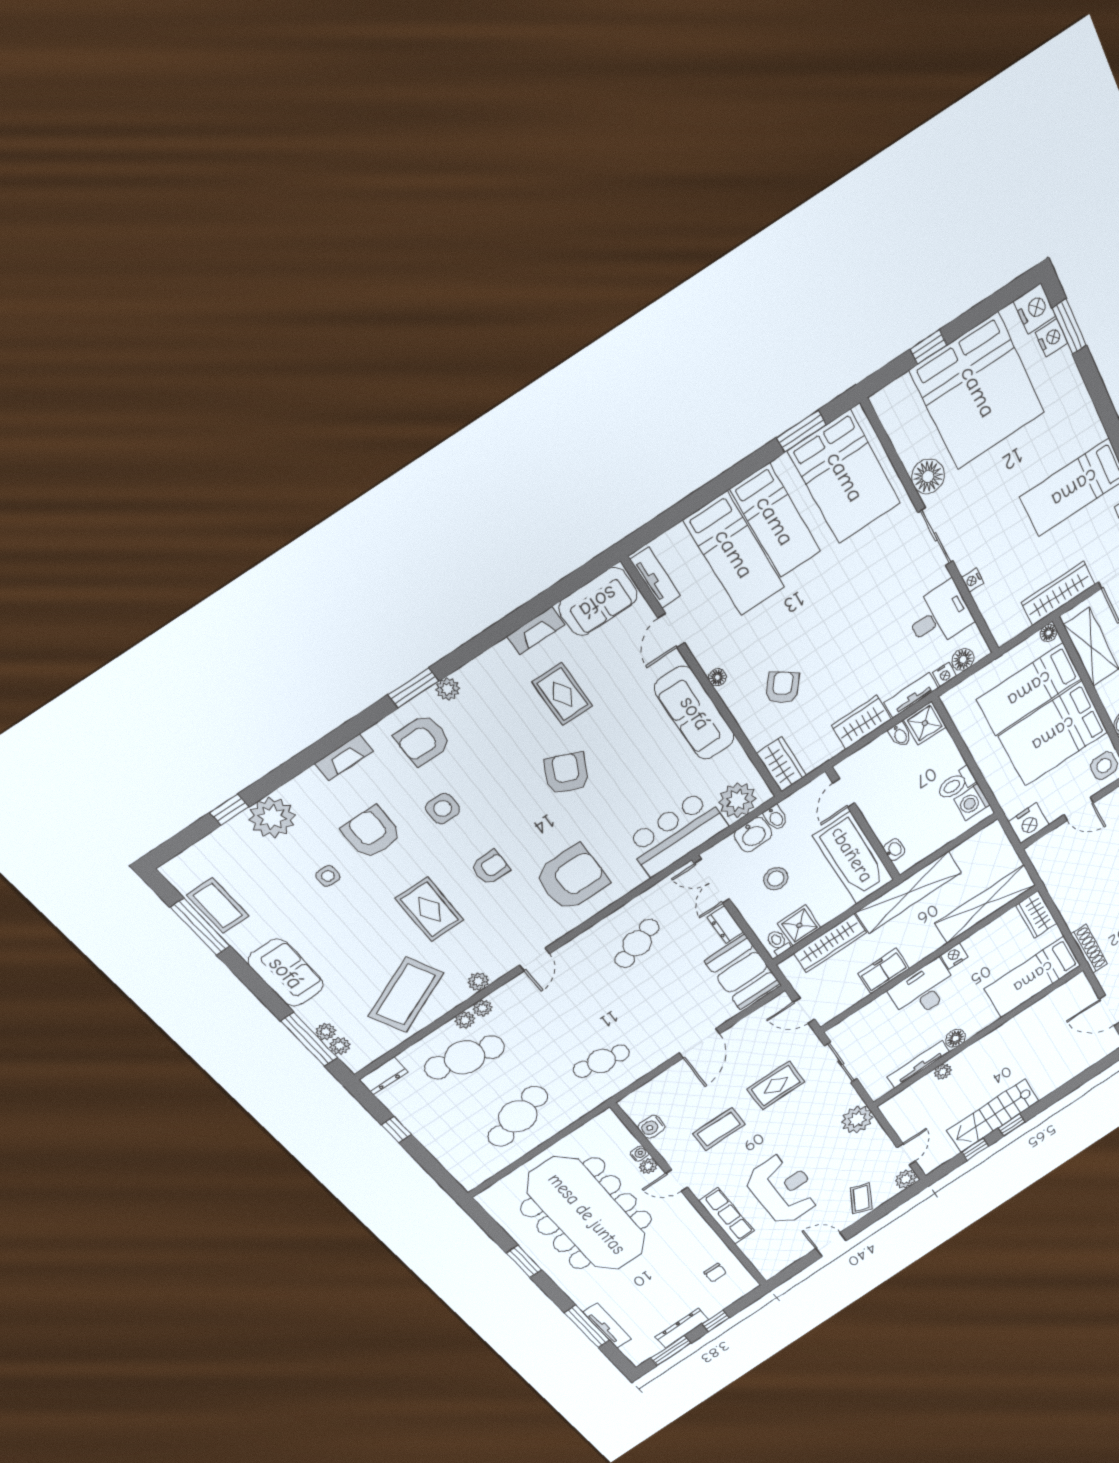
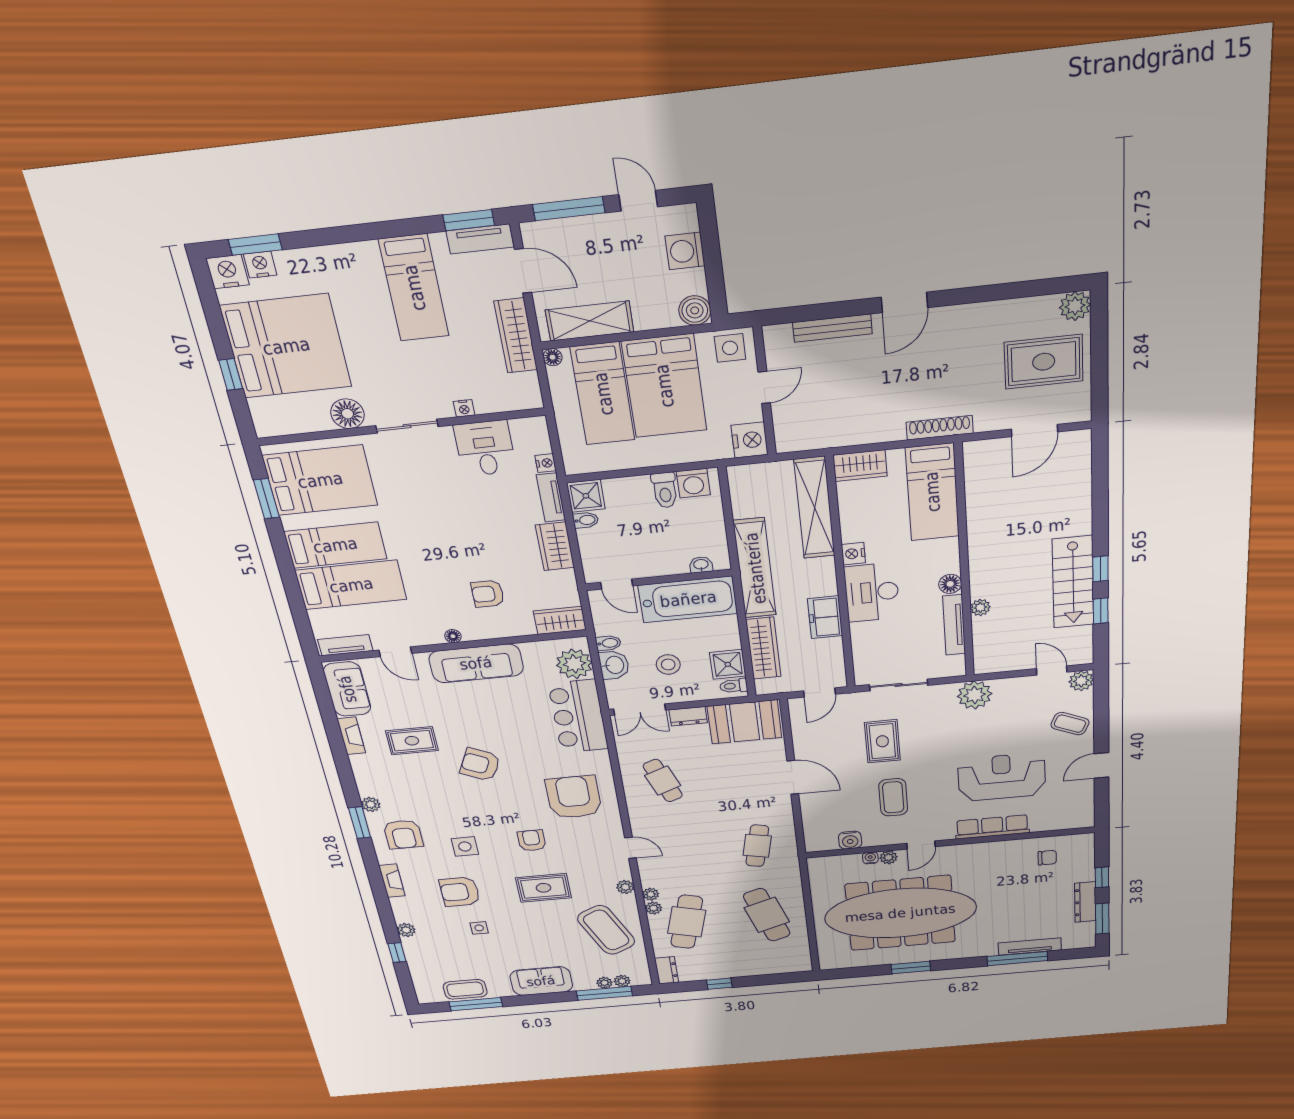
floor lamp: (963, 660) -> (539, 442), removed
armchair: (782, 687) -> (488, 594), turned -37
plant: (272, 818) -> (406, 930), width x0.53, depth x0.53

